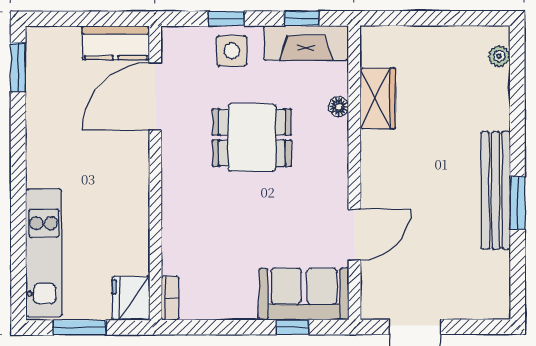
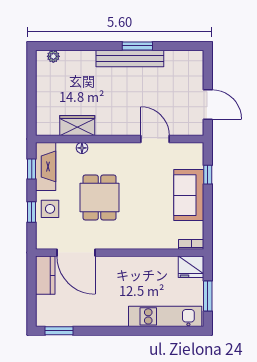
sofa: (304, 294) -> (189, 195), moved

